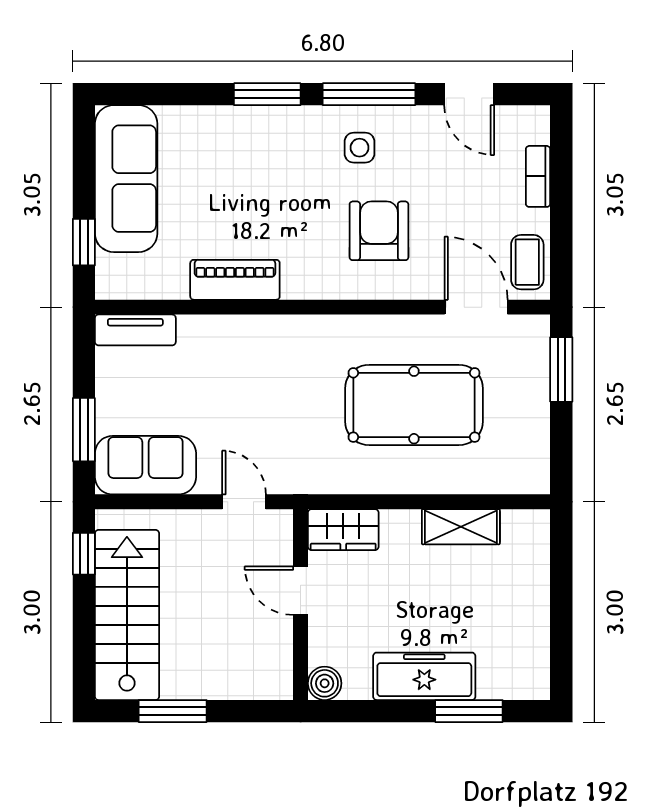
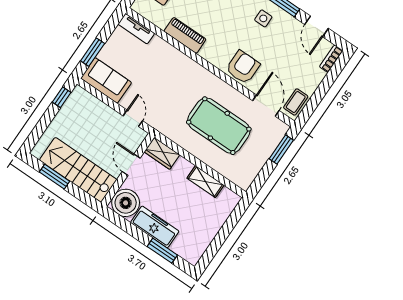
bookcase: (538, 176) -> (331, 59), moved
armchair: (379, 231) -> (243, 67), moved
stairs: (127, 615) -> (78, 170), moved, turned -90
boiler: (325, 683) -> (126, 203), width x1.86, depth x1.86

